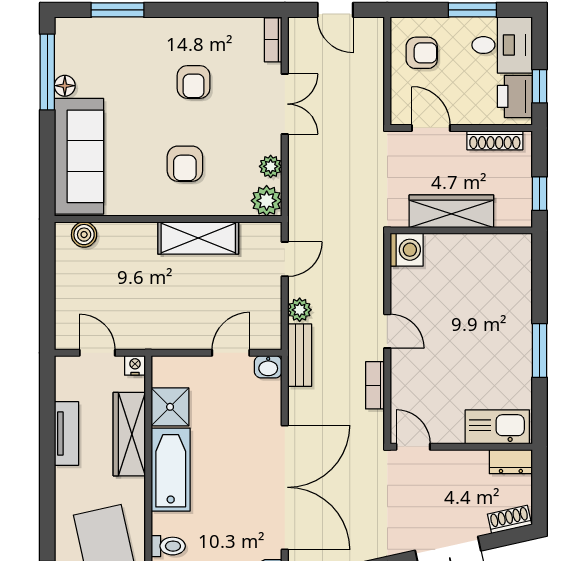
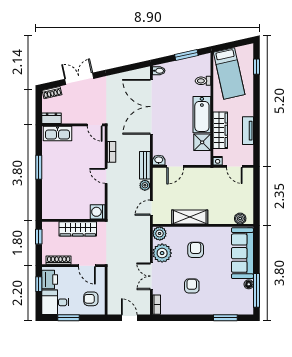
plant: (271, 166) -> (162, 253), width x1.88, depth x1.88

